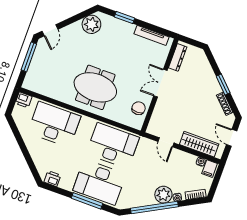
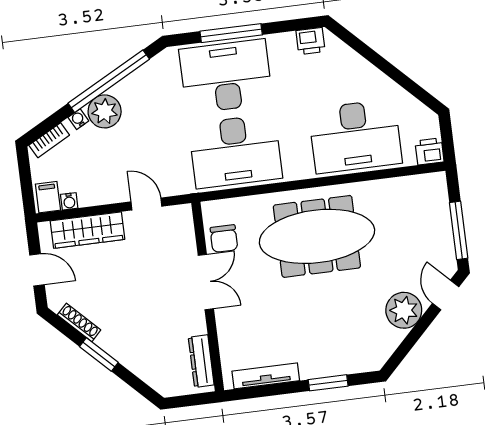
plant: (91, 24) -> (404, 310), moved
double door: (160, 83) -> (206, 282), moved
meeting table: (95, 87) -> (317, 236), width x1.36

